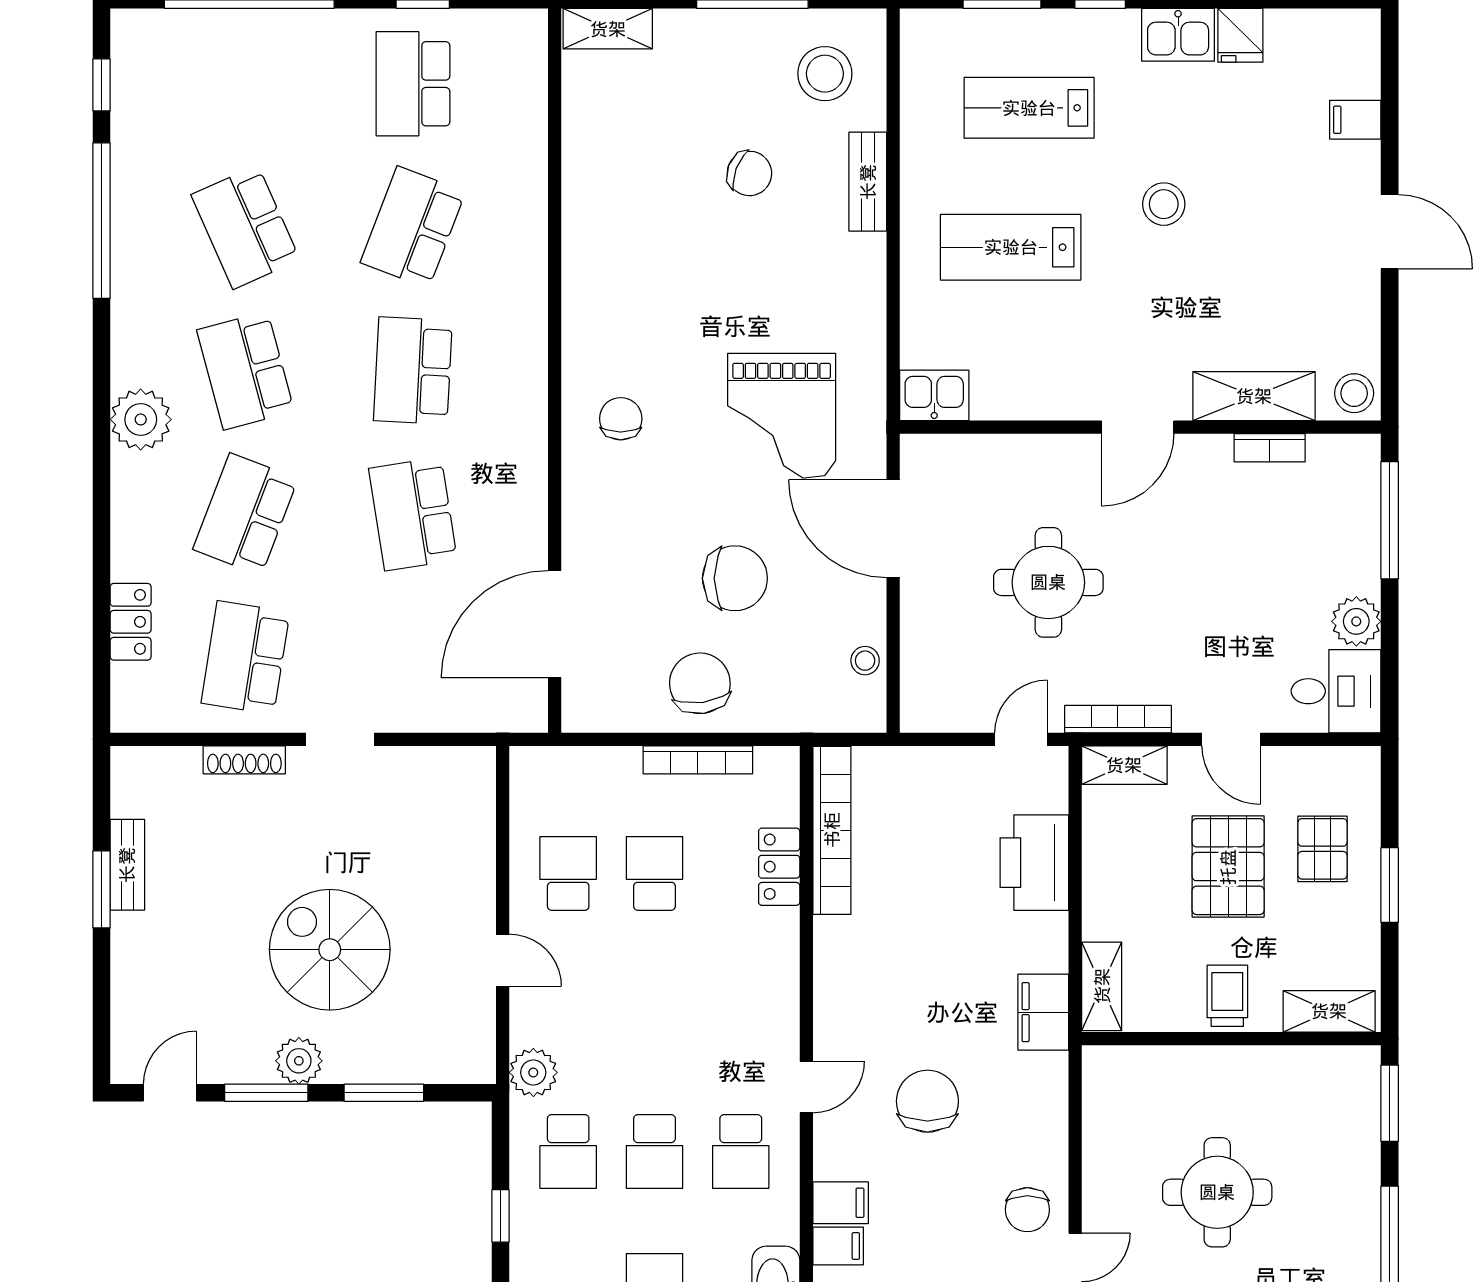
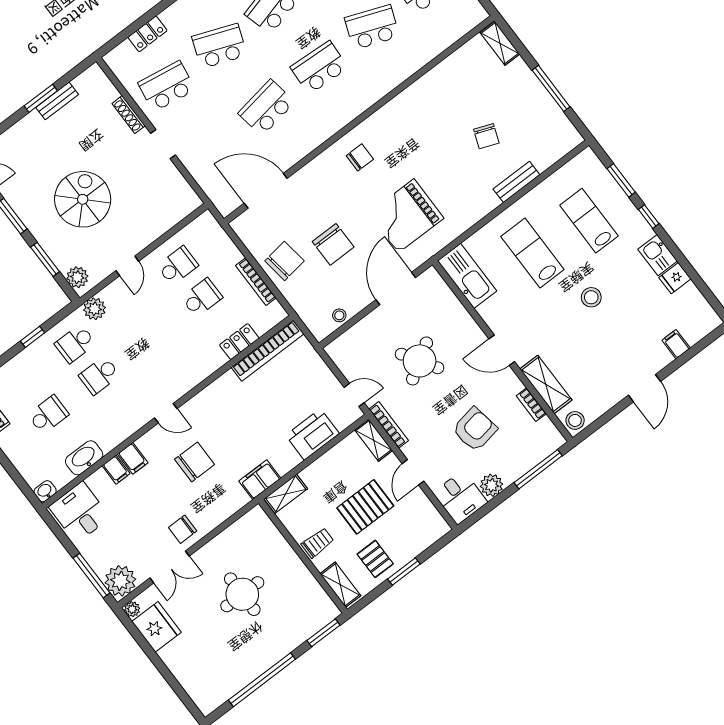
stool: (825, 74) -> (544, 136), removed
kitchen sink: (934, 395) -> (467, 276), width x1.88, depth x1.24
armchair: (1238, 577) -> (475, 429), added
round table: (1048, 582) -> (420, 361), turned -32
pallet: (1322, 849) -> (375, 559), moved, turned 90
plant: (299, 1061) -> (77, 277), moved
school desk: (741, 1151) -> (124, 407), removed

